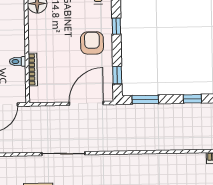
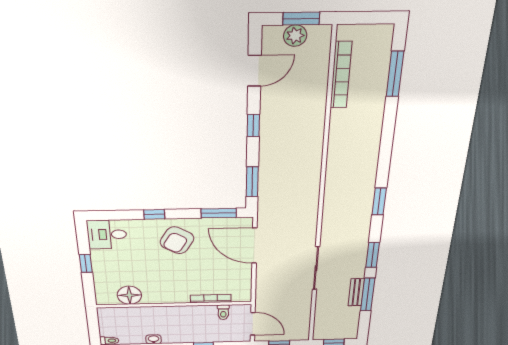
armchair: (92, 43) -> (177, 240), turned -59
toilet: (18, 62) -> (223, 312), moved
window: (117, 75) -> (219, 213), width x1.50

